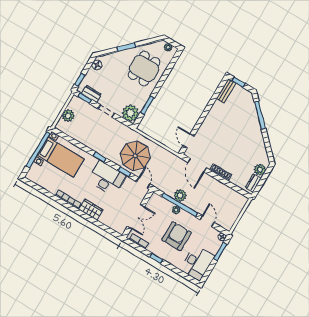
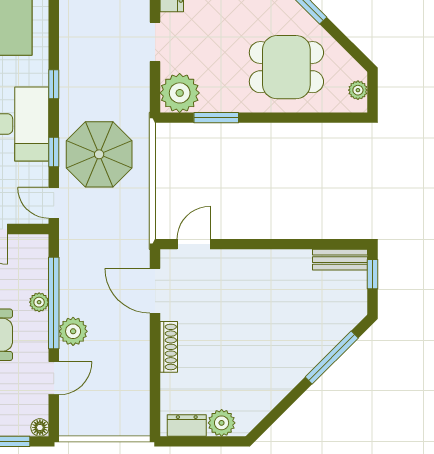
door: (197, 165) -> (155, 291), hinge flipped
door: (143, 183) -> (54, 203), swing flipped
plant: (180, 196) -> (73, 331), moved

